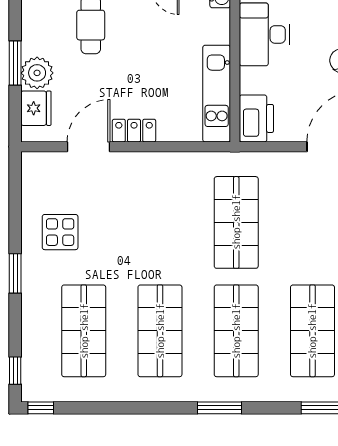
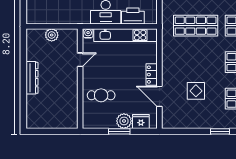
kitchen unit: (217, 94) -> (125, 35), width x1.36
printer: (256, 118) -> (133, 16), moved
display table: (60, 232) -> (196, 91), moved

